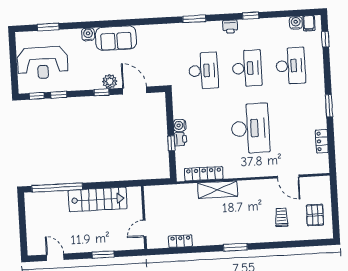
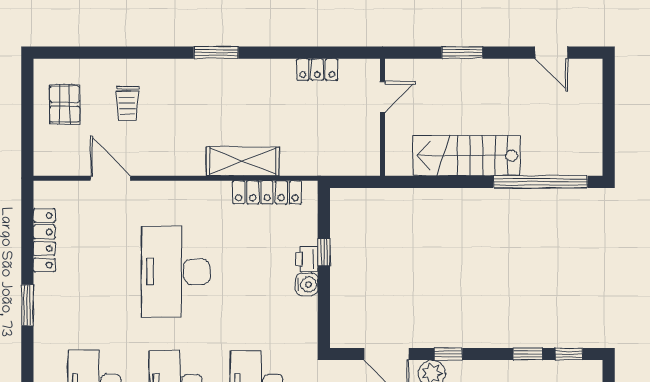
locker: (322, 141) -> (44, 240), width x1.53

